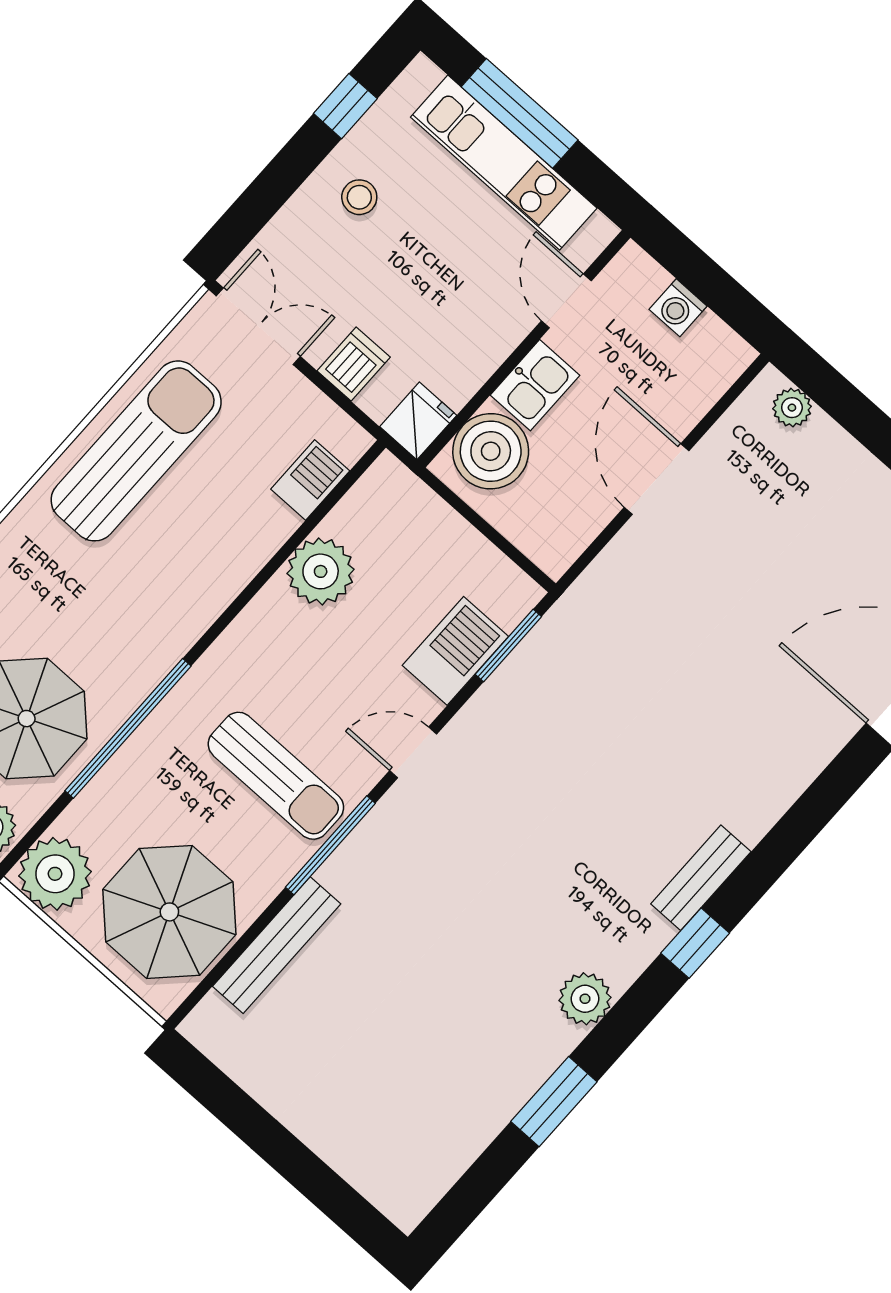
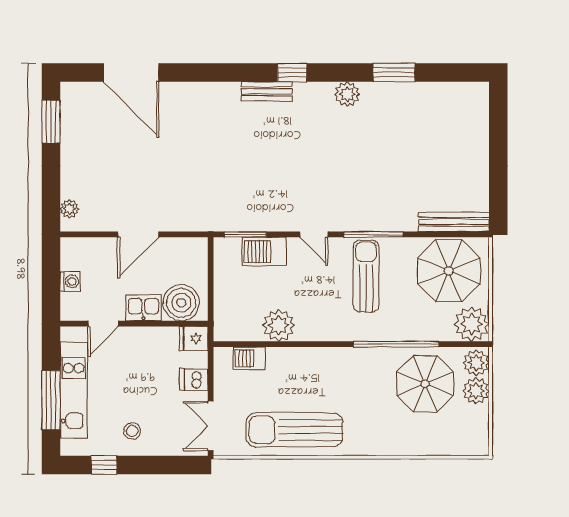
bench: (277, 945) -> (454, 222), moved

